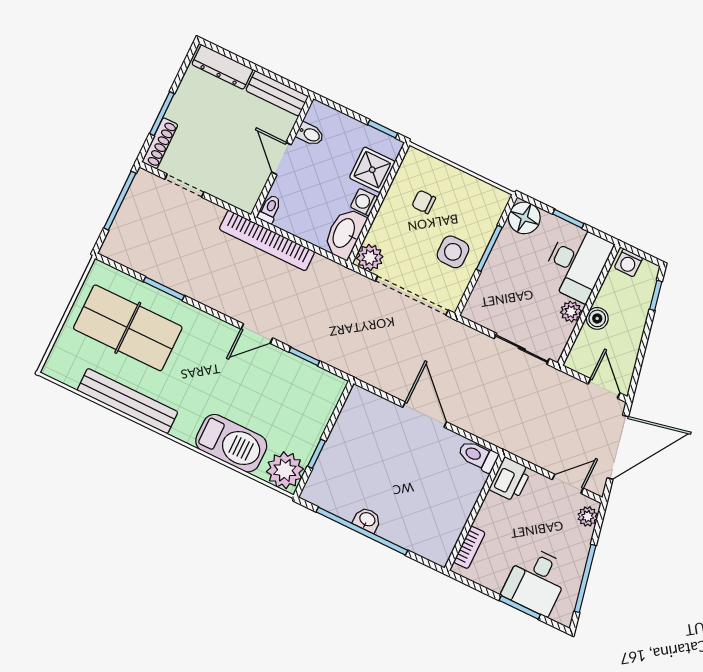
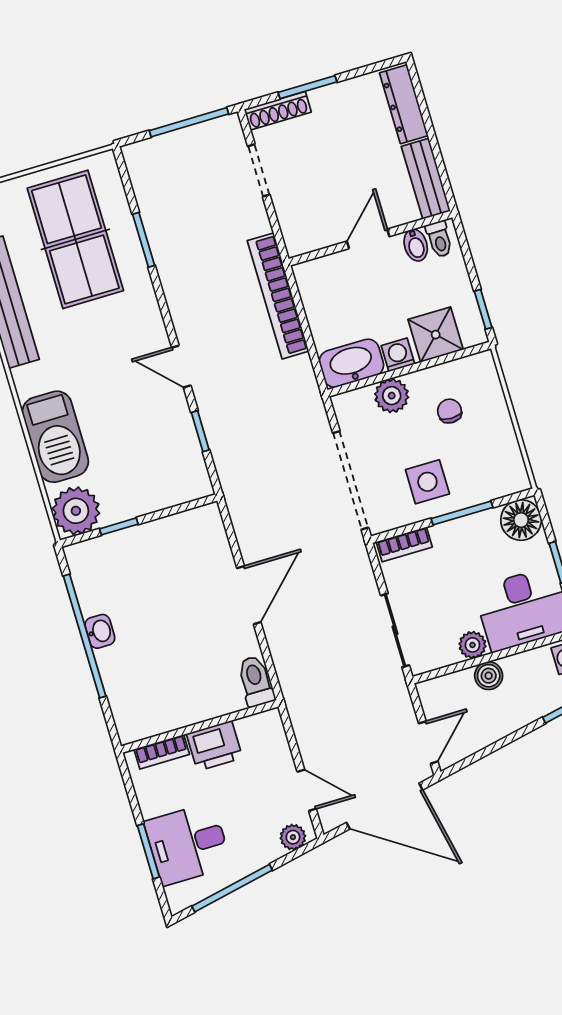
toilet: (270, 209) -> (439, 239), moved, turned 90
plant: (370, 258) -> (392, 396), moved
bookcase: (477, 298) -> (404, 544), added
printer: (510, 479) -> (215, 746), moved

